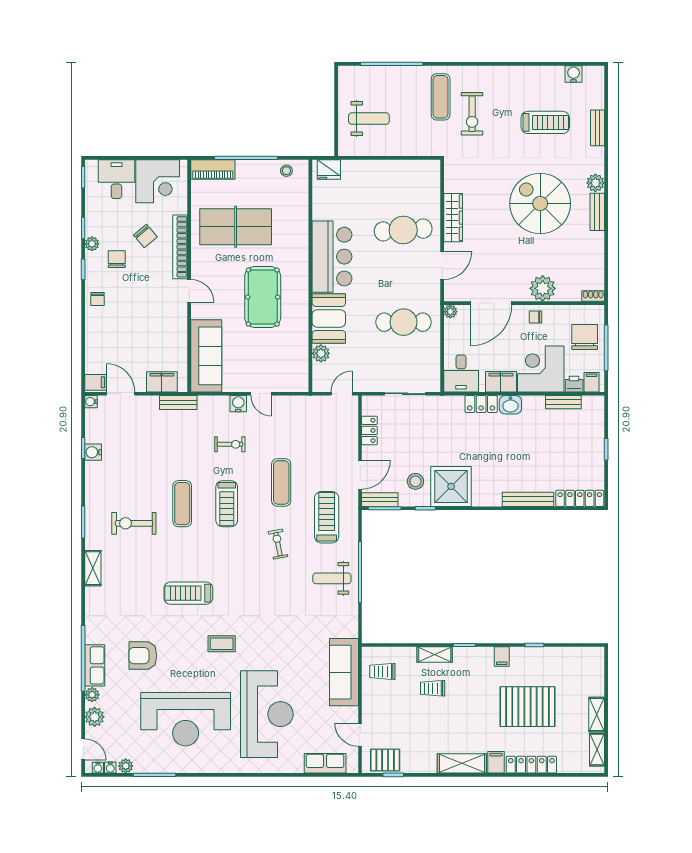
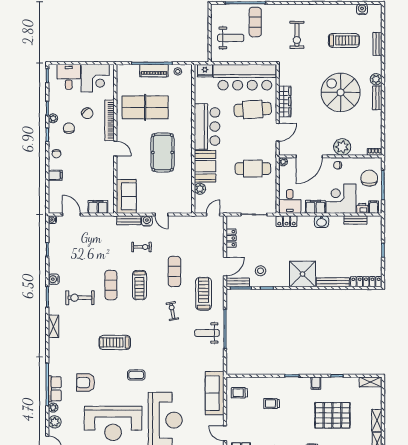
exercise mat: (441, 97) -> (255, 22), moved
piano: (213, 169) -> (154, 71), moved
bar counter: (391, 180) -> (245, 77), added
sofa: (206, 356) -> (126, 196), width x0.73
filing cabinet: (95, 382) -> (55, 175), moved
bench: (178, 403) -> (129, 220), moved
locker: (481, 404) -> (286, 221), moved
water cooler: (93, 452) -> (54, 279), moved
shower: (451, 486) -> (303, 274), moved
shelving: (435, 655) -> (371, 382), moved

